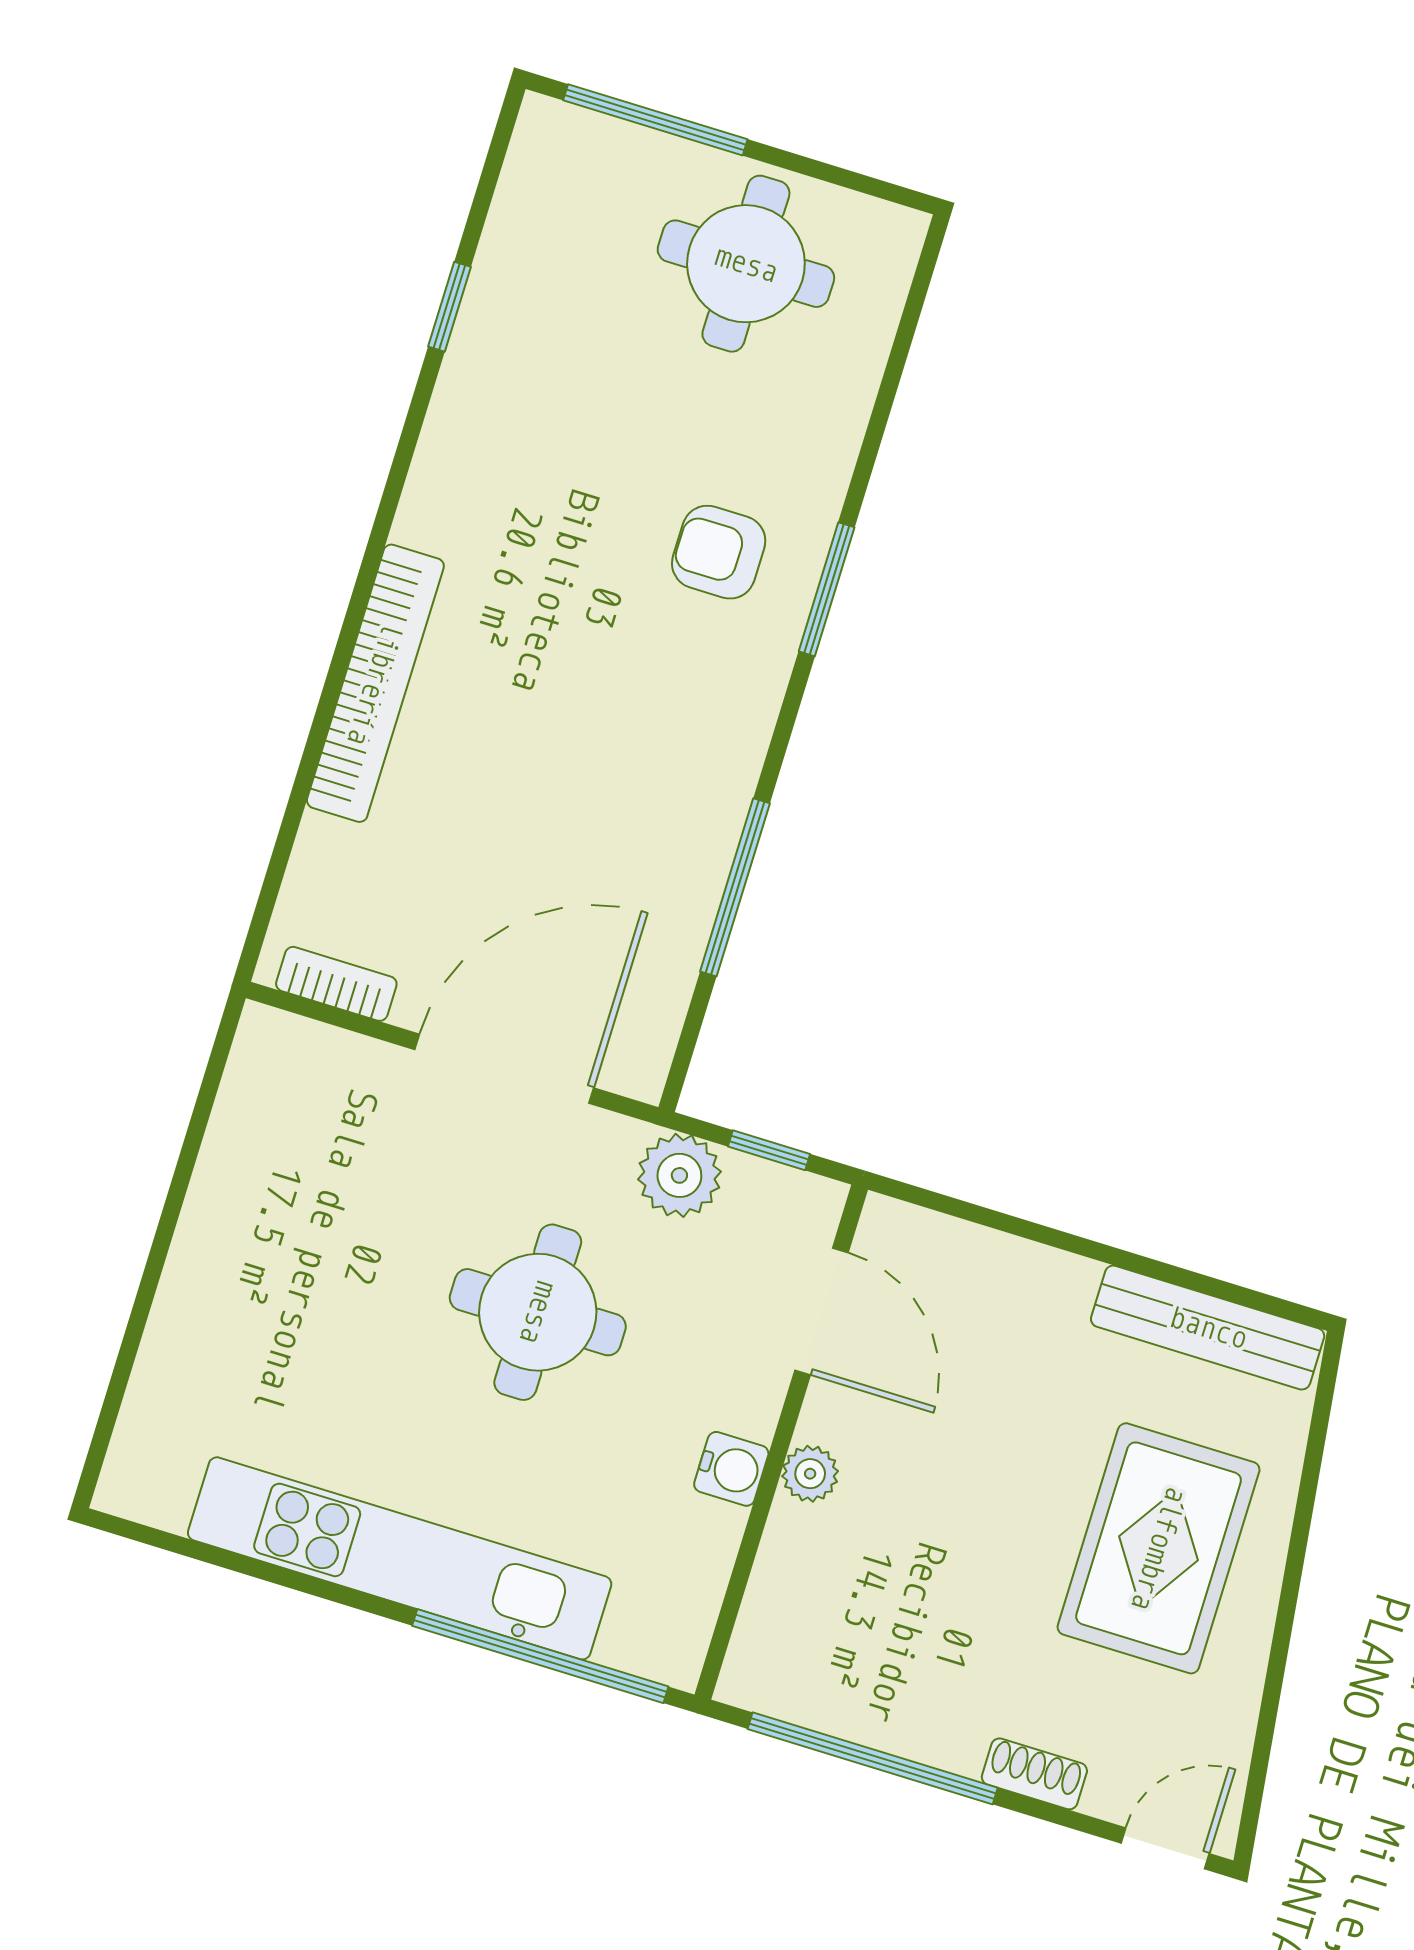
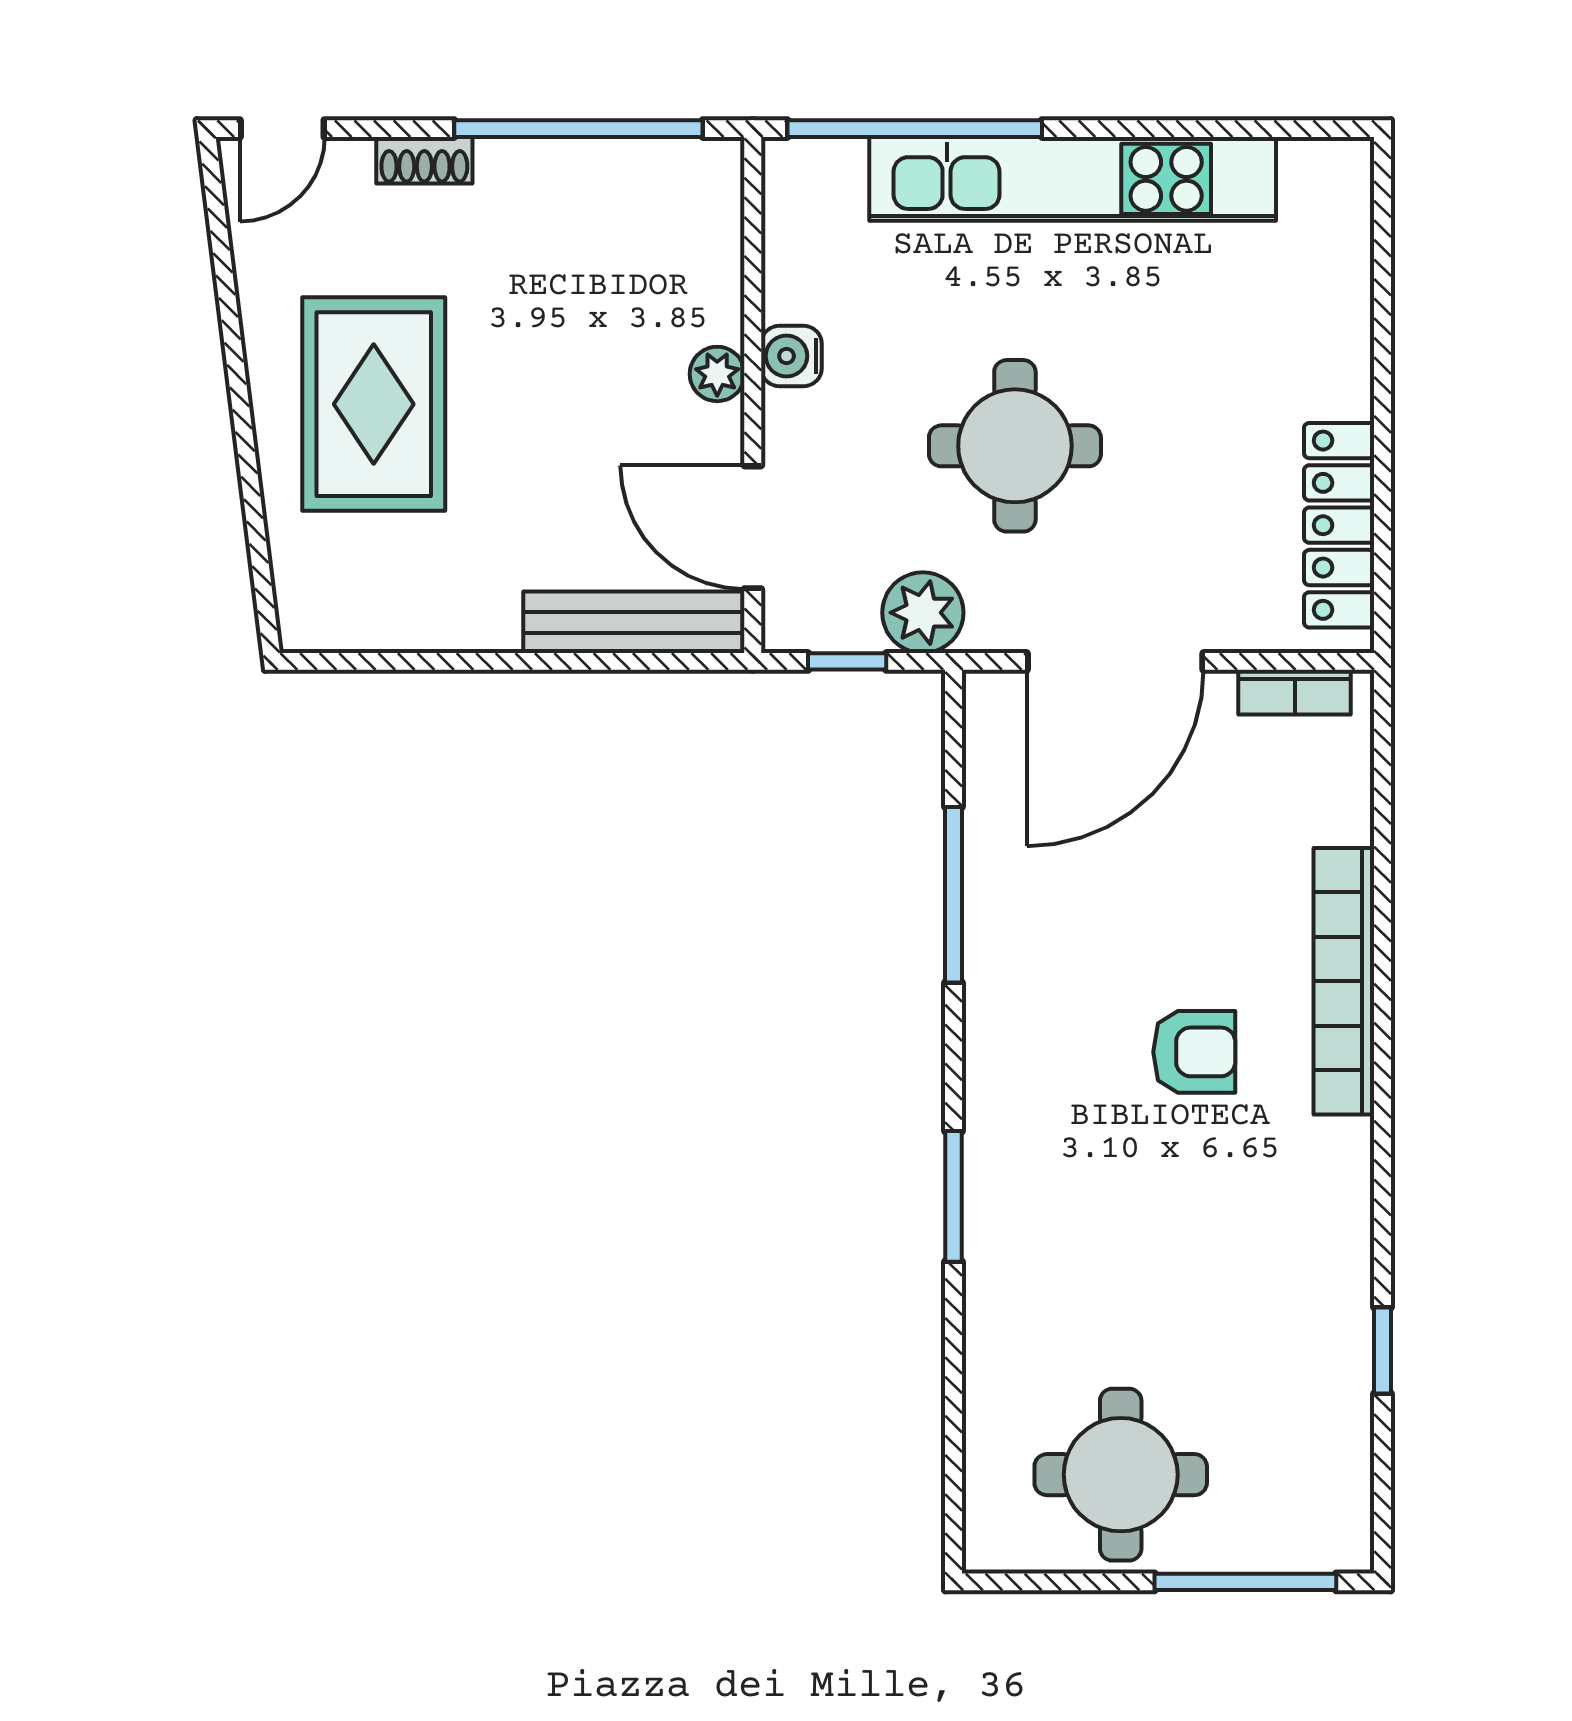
armchair: (719, 552) -> (1194, 1052), moved
locker: (242, 1135) -> (1339, 525), added
bench: (1208, 1328) -> (634, 622), moved

